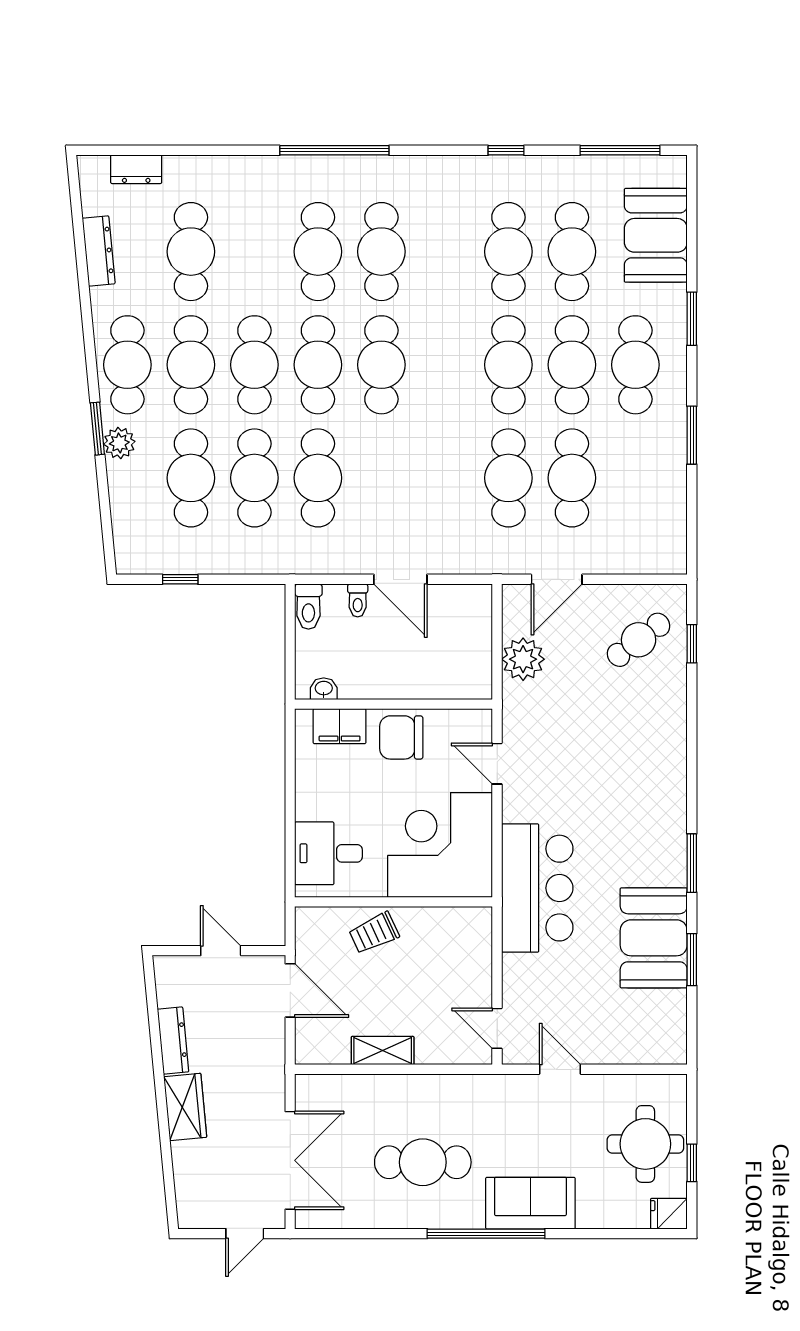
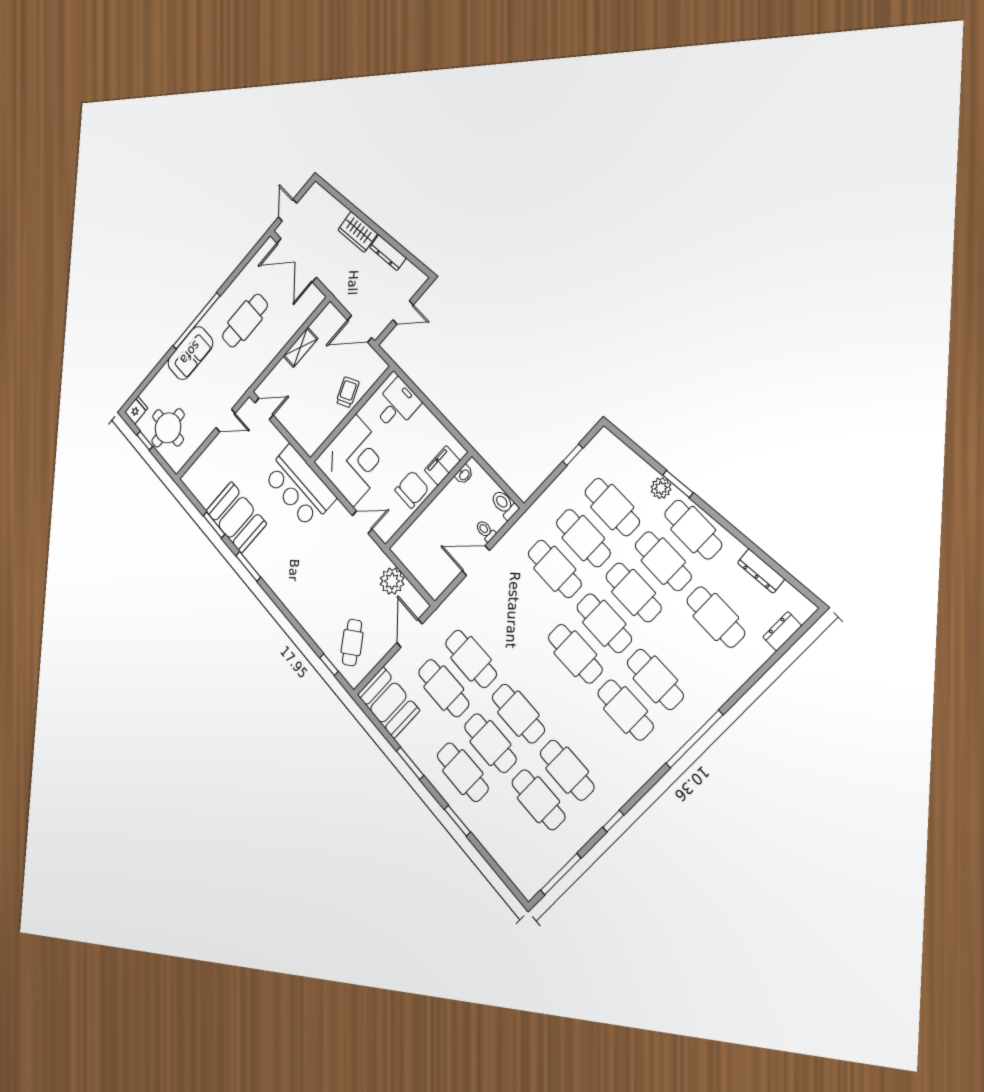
booth: (656, 235) -> (388, 703), moved

